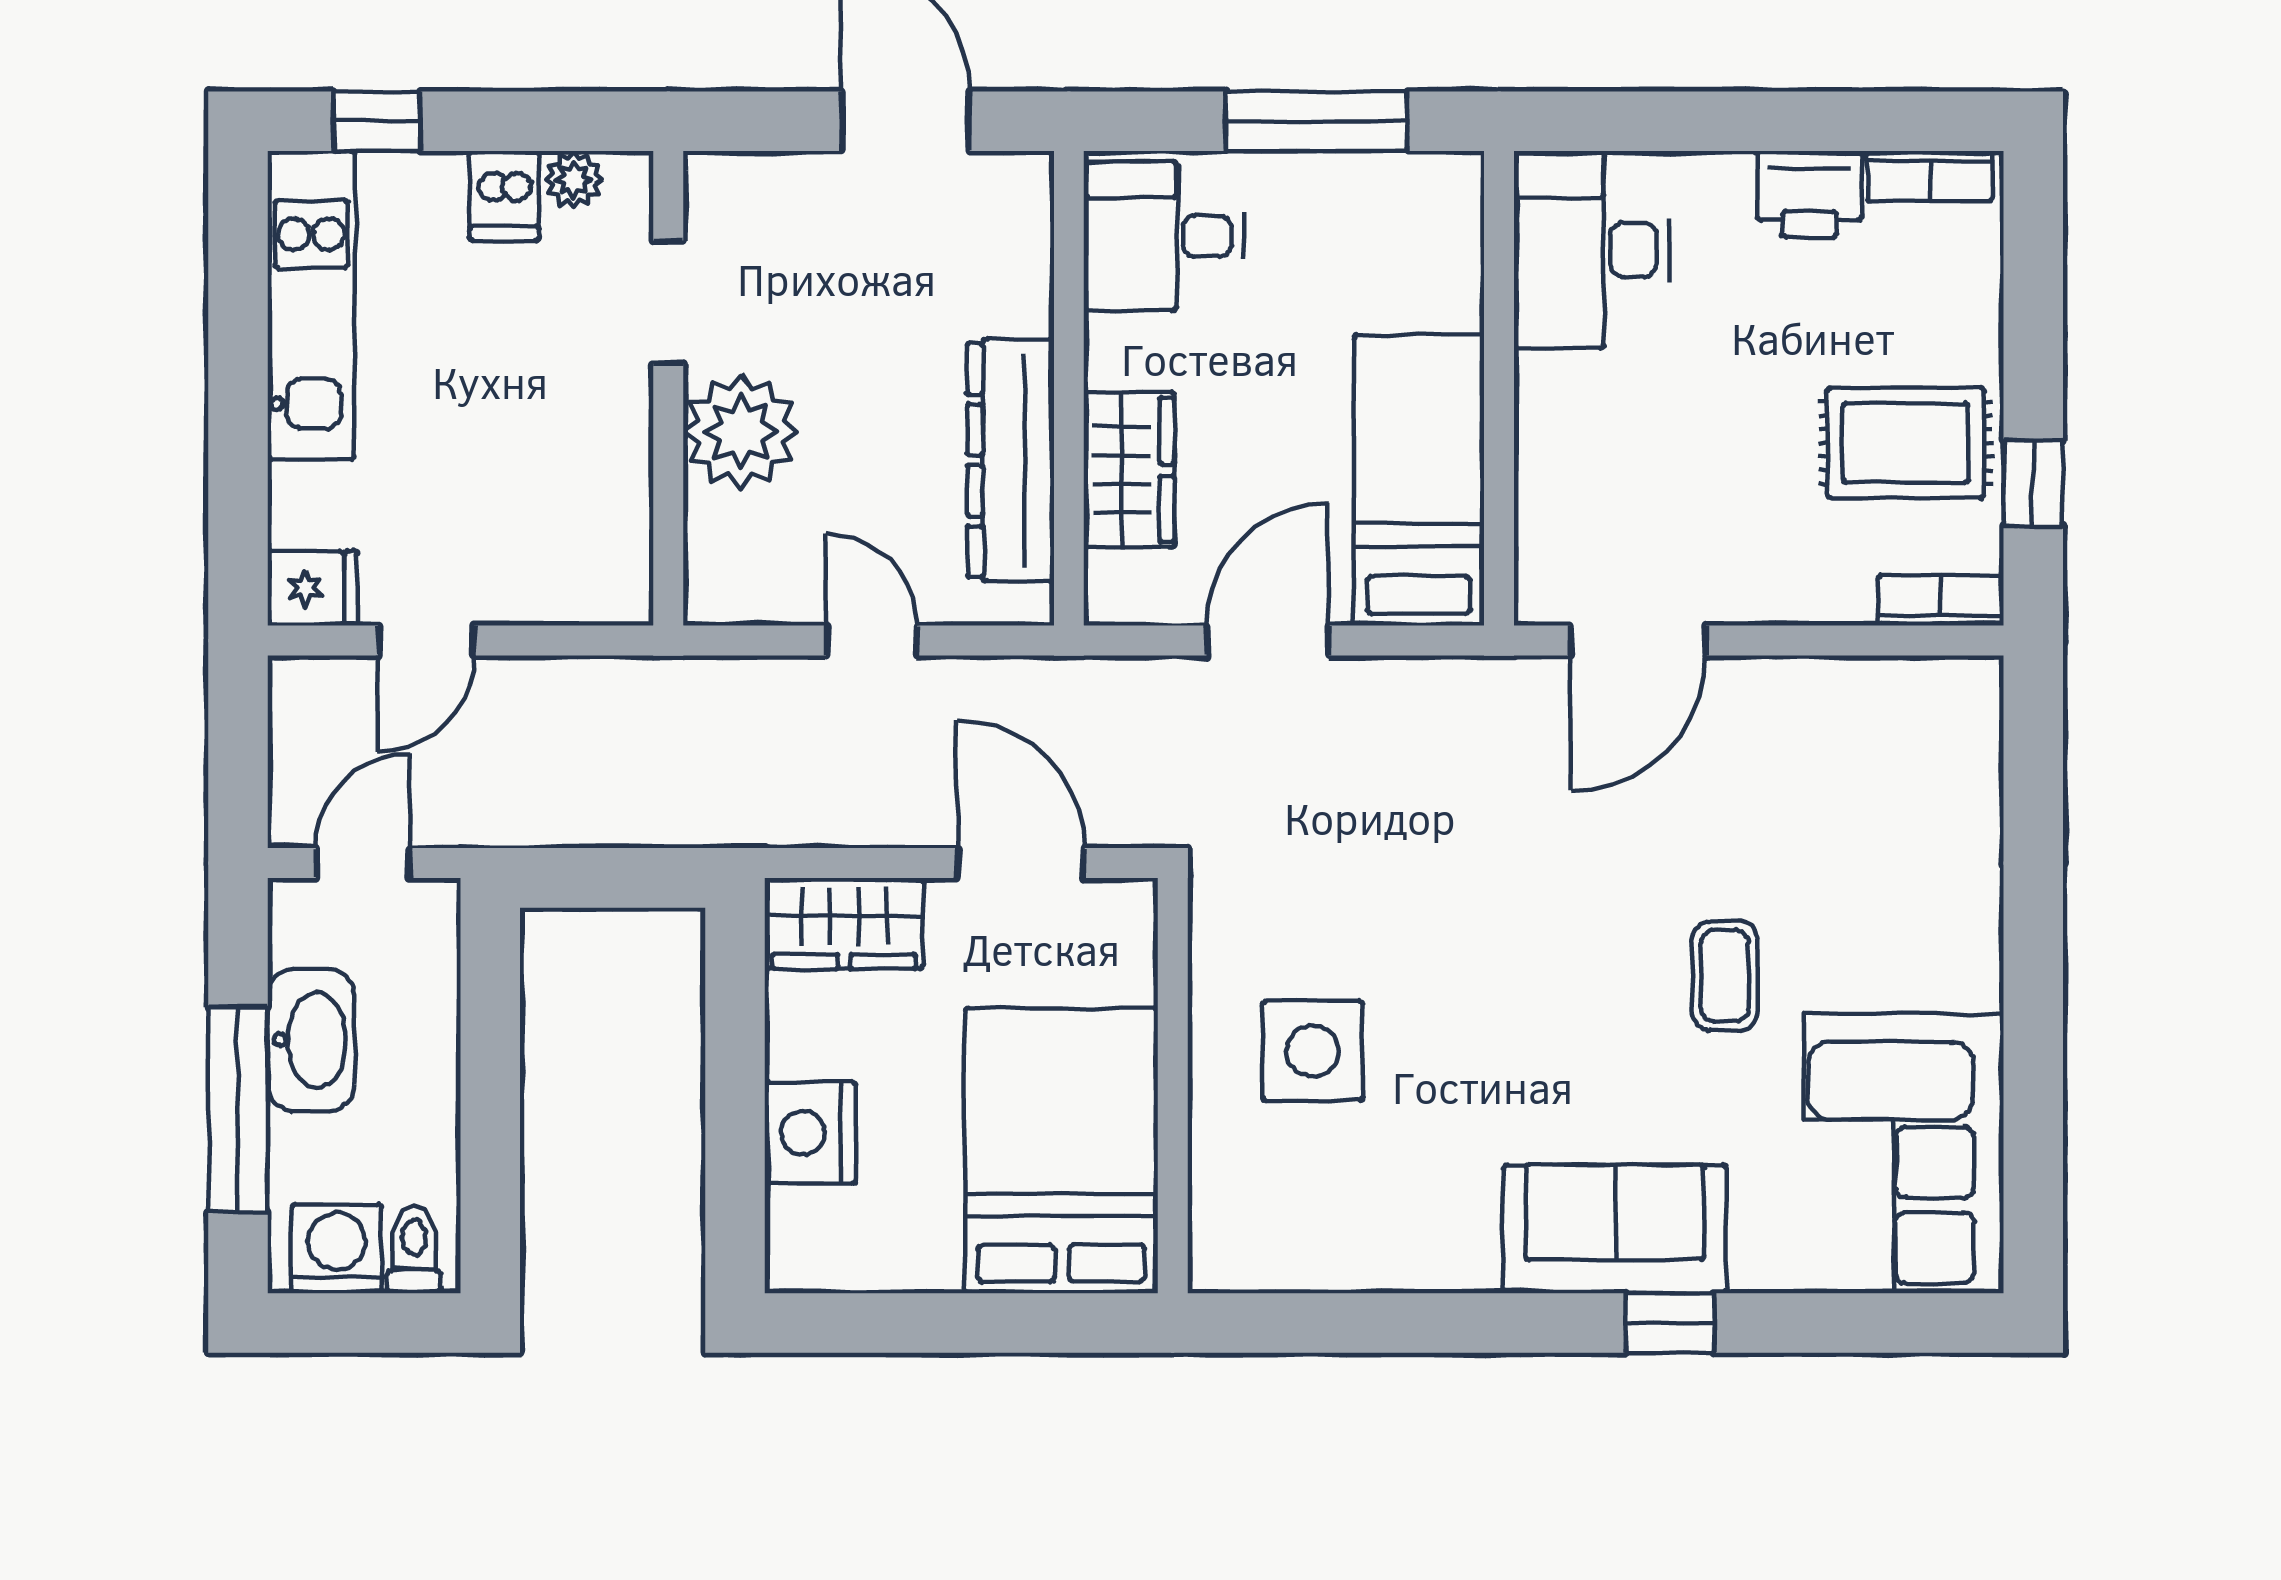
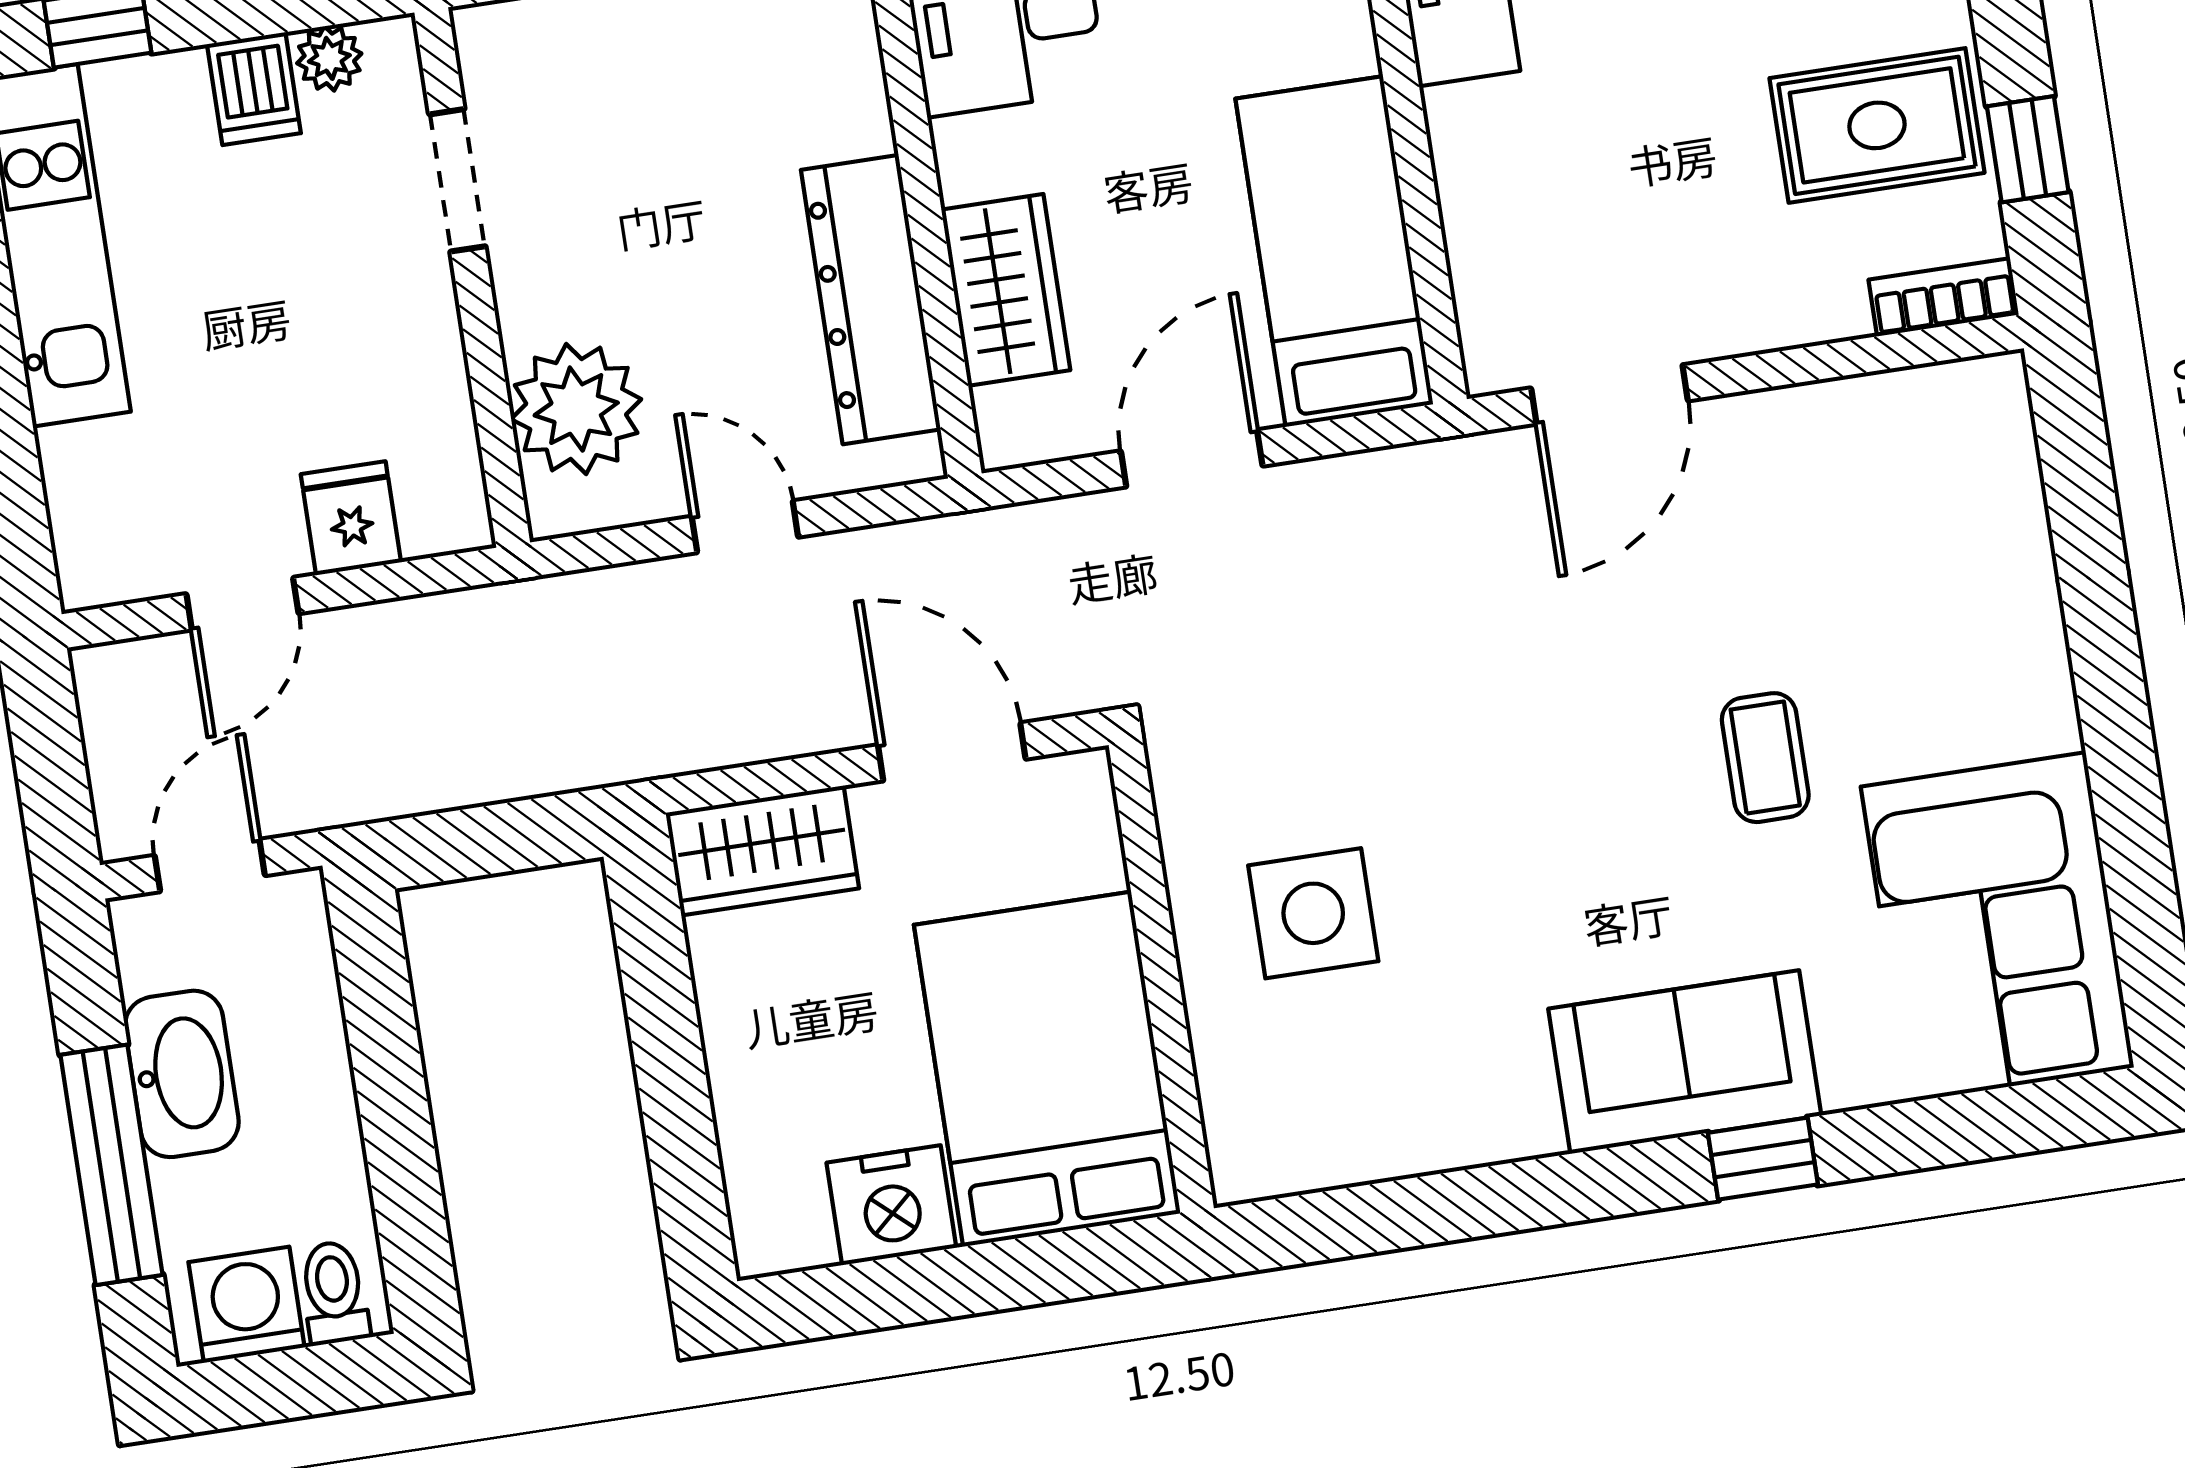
plant: (741, 432) -> (576, 409), moved
fridge: (313, 588) -> (351, 518), moved, turned -90
nightstand: (810, 1133) -> (891, 1205), moved, turned -90

